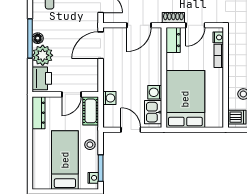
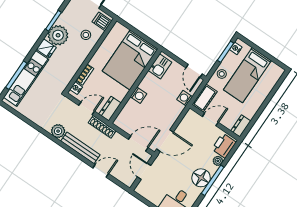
shoe rack: (173, 18) -> (102, 127), width x1.43
door: (139, 25) -> (138, 144), moved
floor lamp: (38, 38) -> (201, 178), width x1.89, depth x1.89
plant: (43, 55) -> (218, 161), width x0.53, depth x0.53
washing machine: (155, 92) -> (138, 95), moved
dresser: (39, 113) -> (241, 126), width x0.70
door: (131, 130) -> (194, 71), moved

